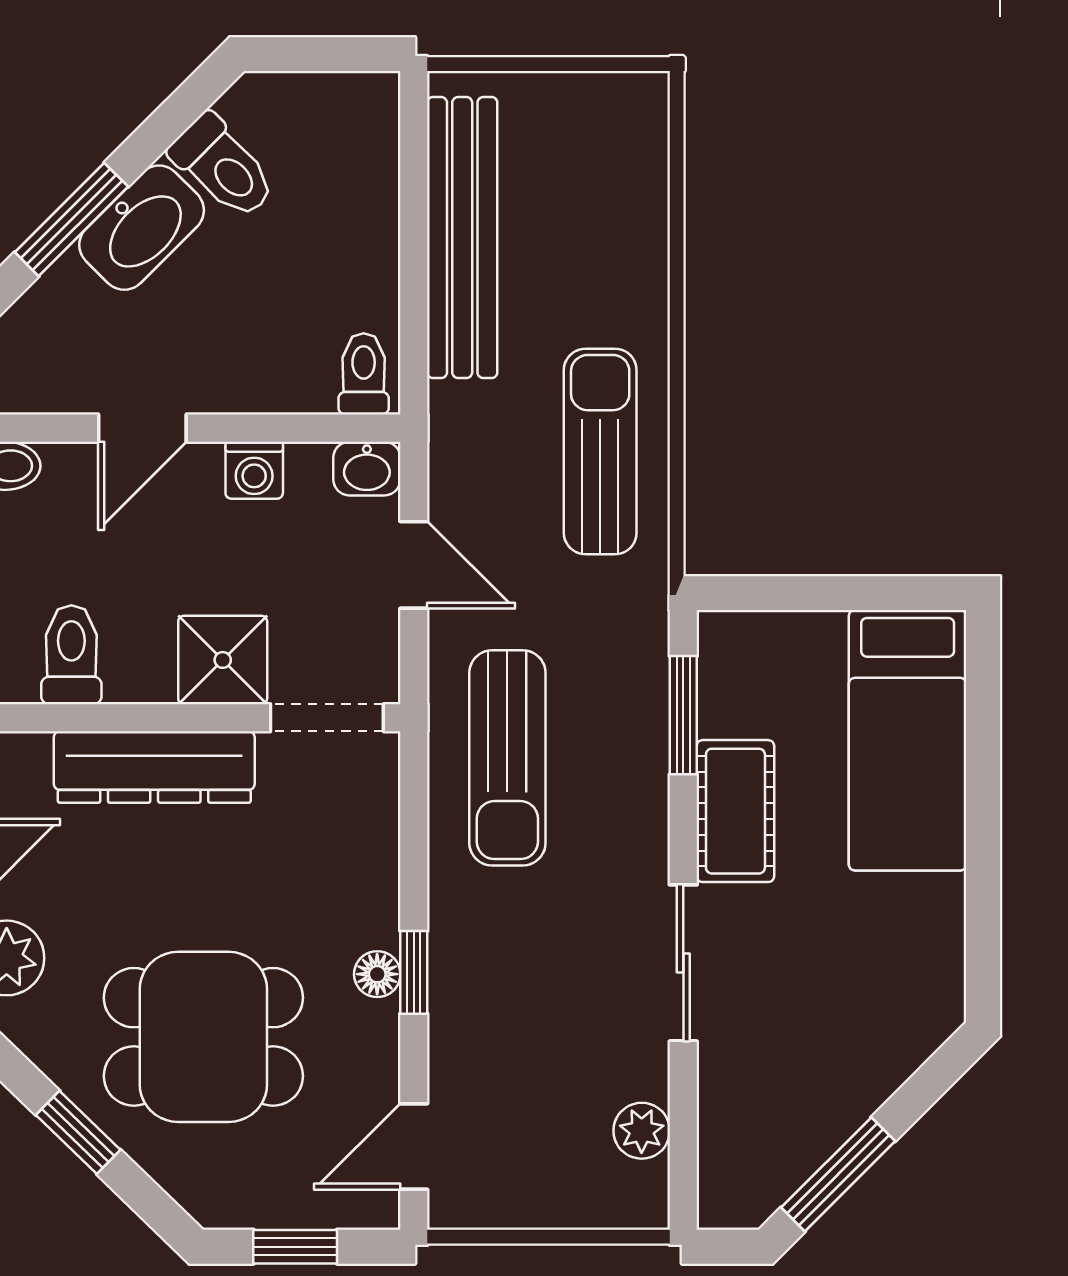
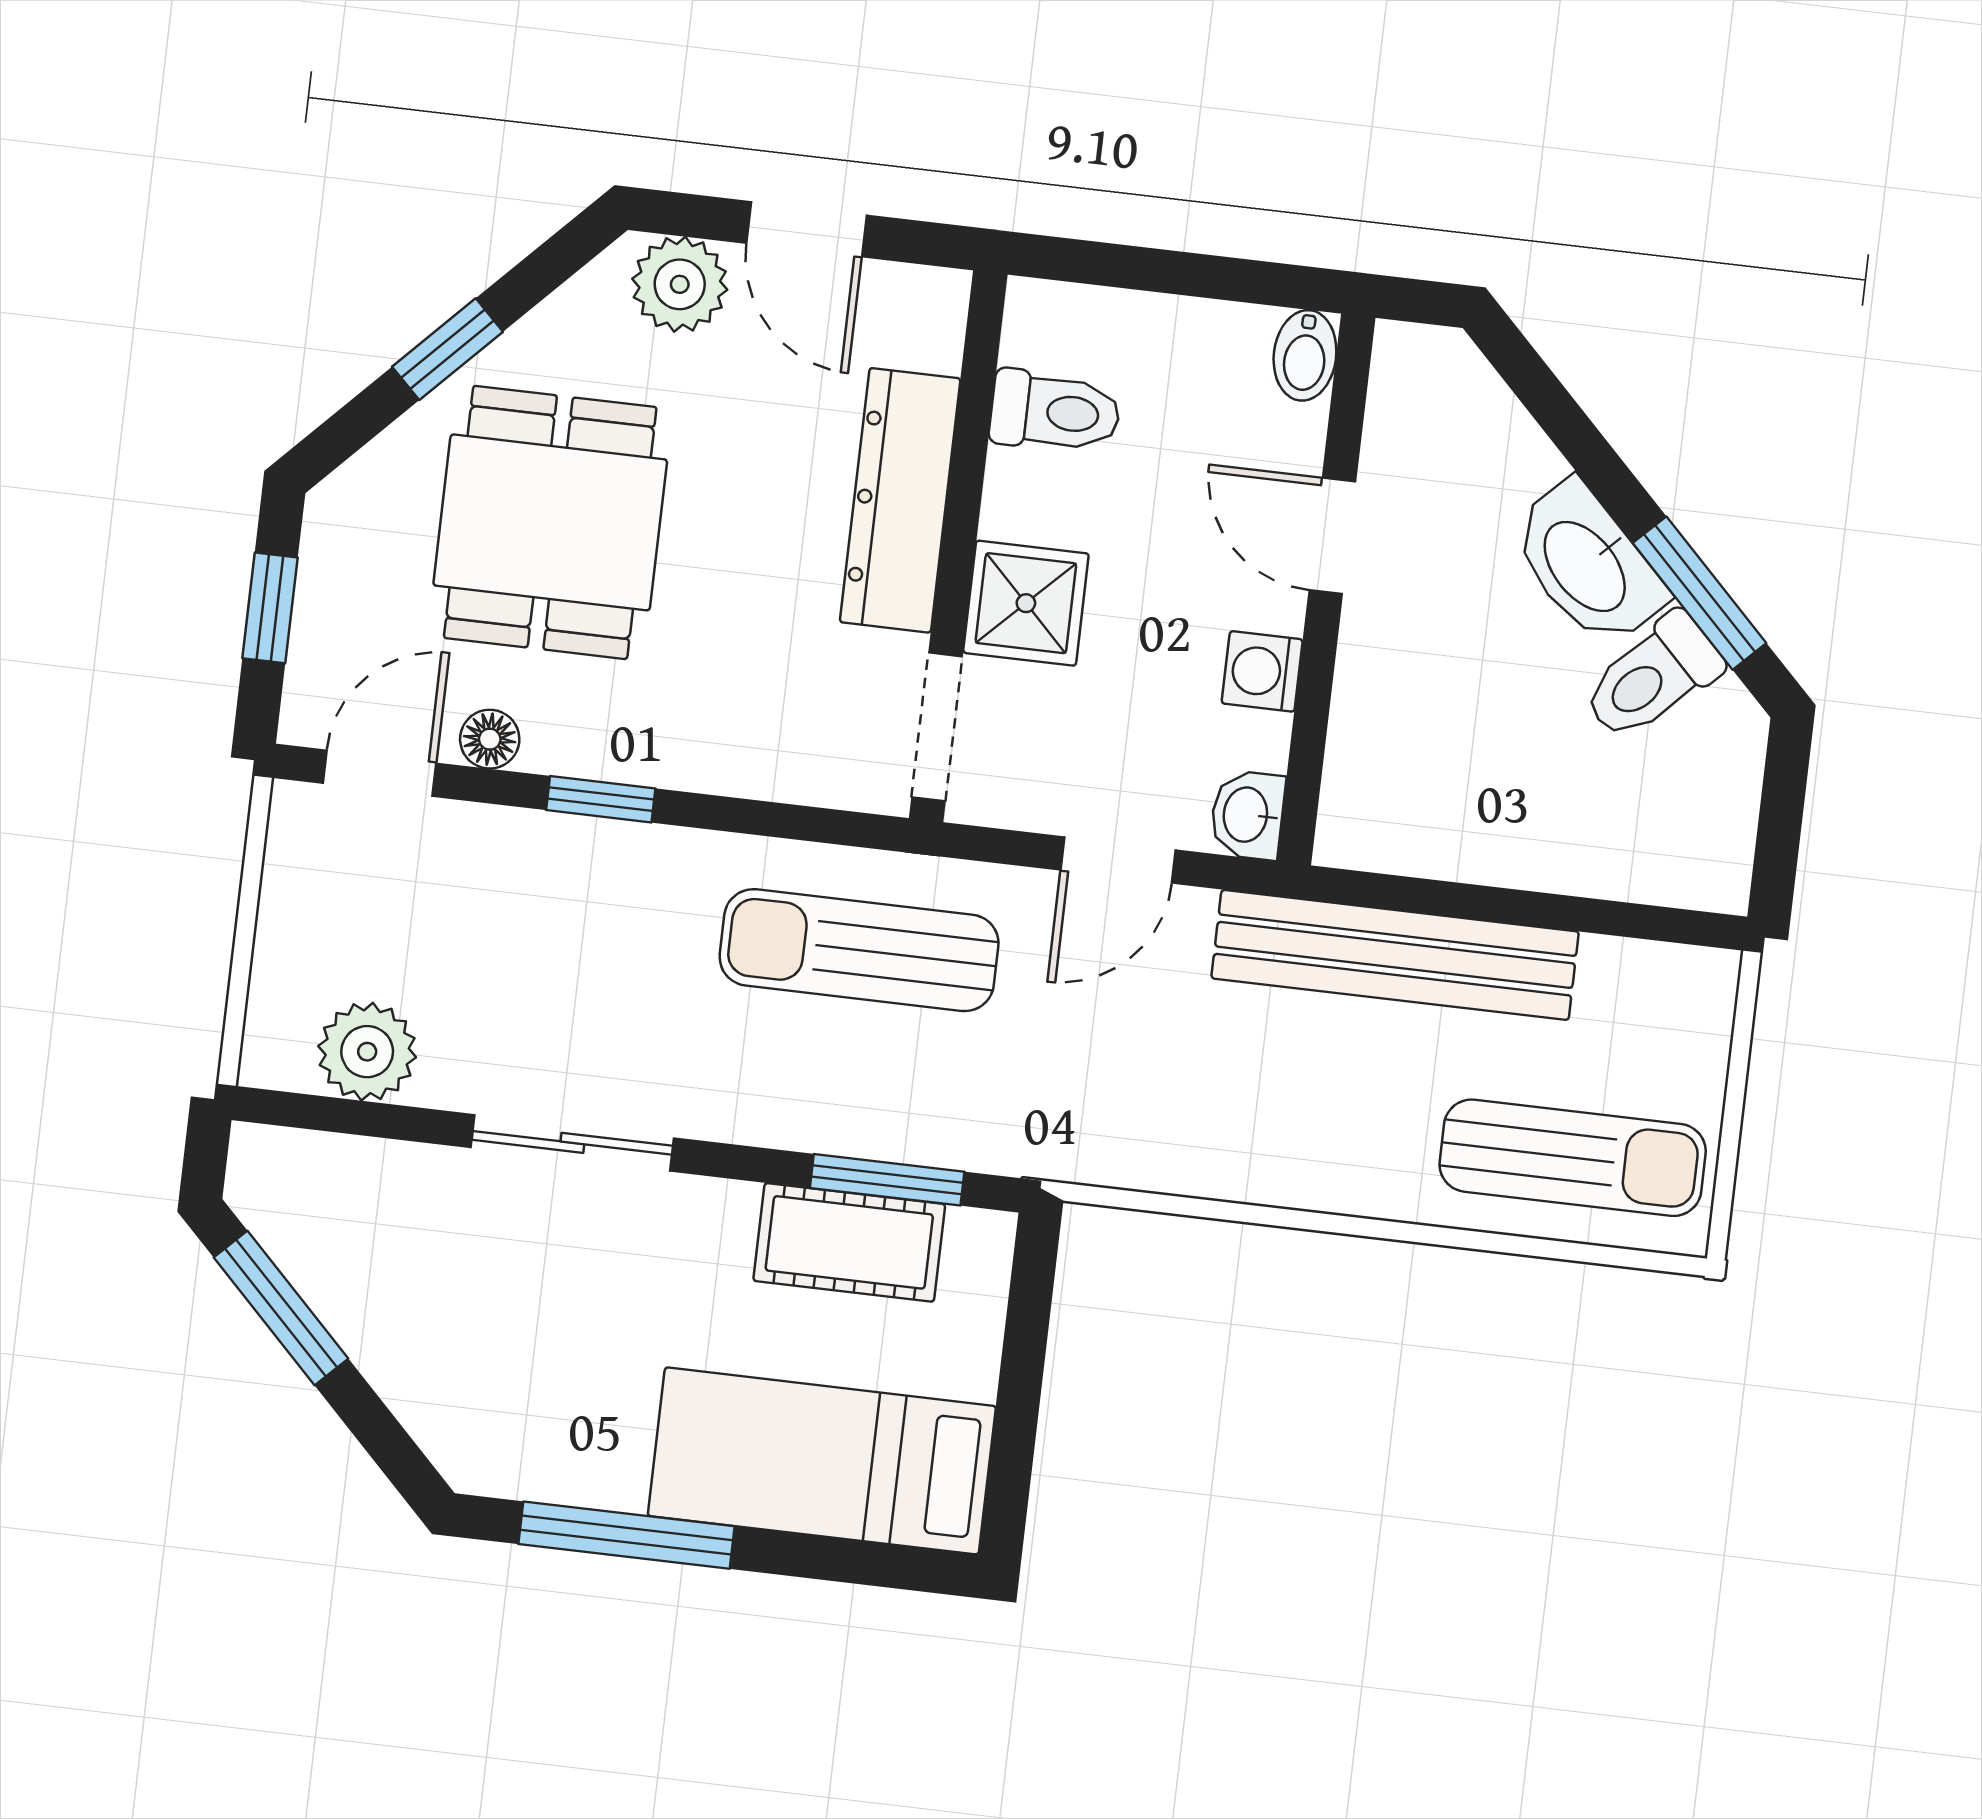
window: (71, 219) -> (1699, 593), moved
bench: (462, 238) -> (1395, 955), moved
toilet: (364, 374) -> (1368, 825), removed
sun lounger: (600, 451) -> (1573, 1158), moved
cot: (735, 811) -> (849, 1242), moved
window: (983, 885) -> (627, 1535), added
floor lamp: (377, 974) -> (490, 739), moved
plant: (642, 1131) -> (367, 1052), width x1.38, depth x1.38
door: (414, 1146) -> (380, 773), hinge flipped

